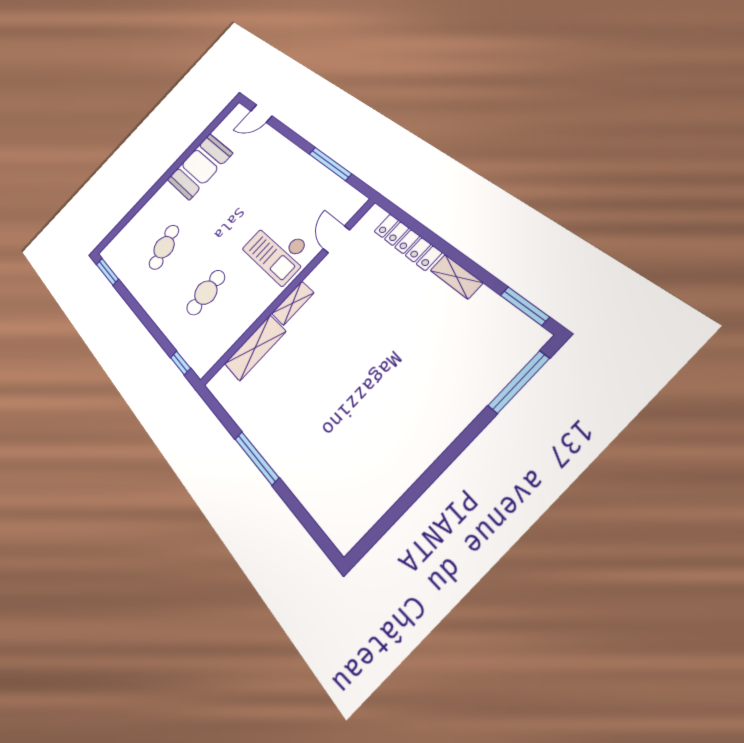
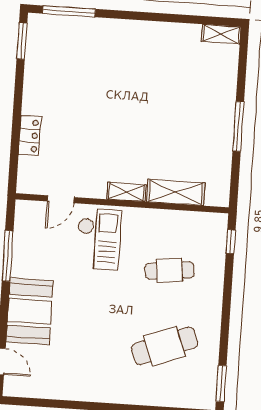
booth: (200, 167) -> (30, 311), moved, turned 90
locker: (407, 242) -> (30, 136), width x0.66
cafe table: (164, 247) -> (164, 346), width x1.37, depth x1.35
shelving: (456, 277) -> (221, 34), moved, turned 90

